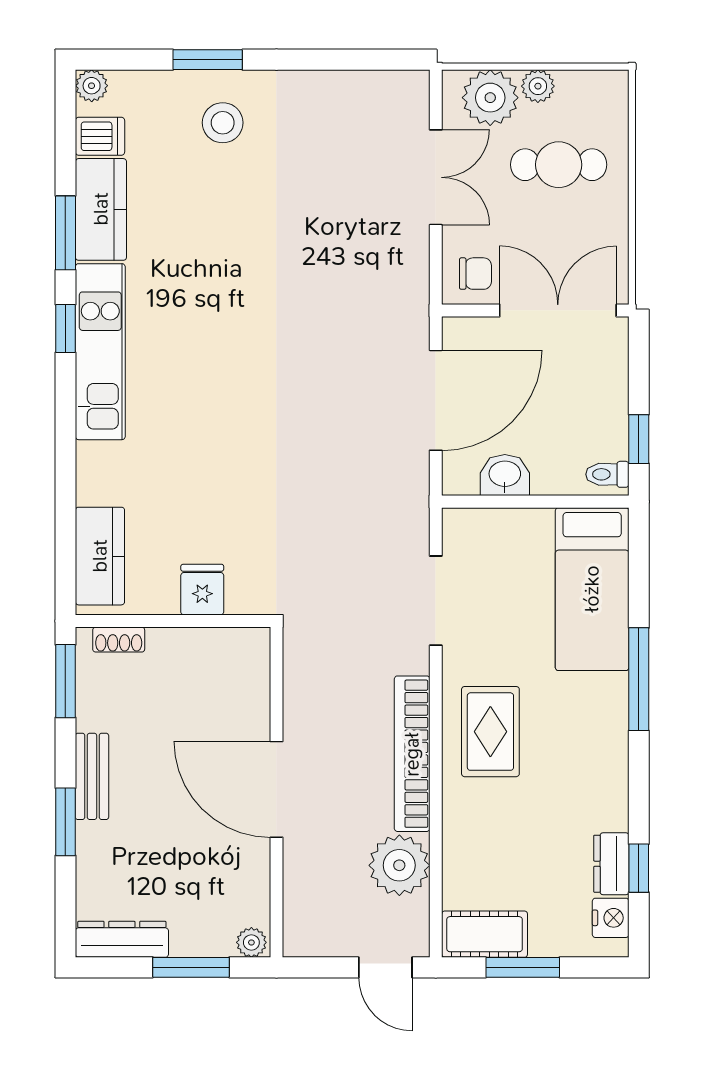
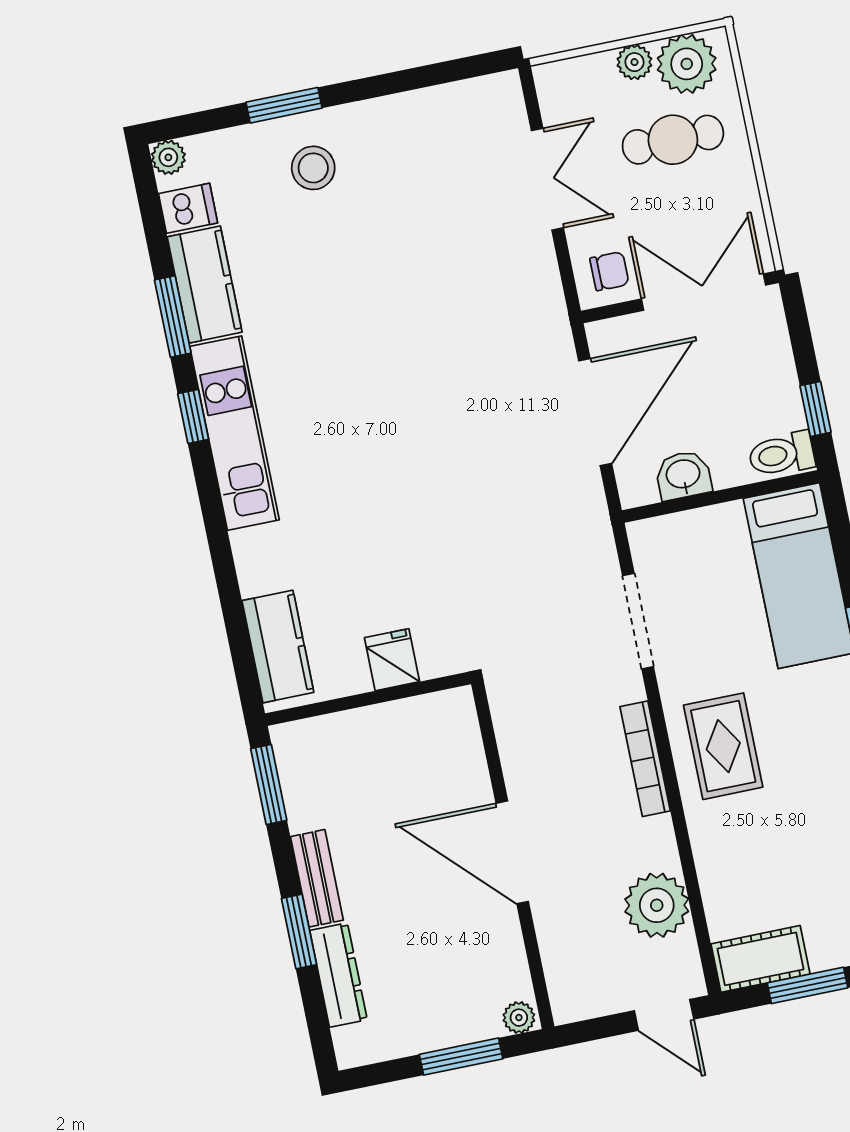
plant: (490, 98) -> (687, 64), moved
toilet: (607, 474) -> (782, 454), width x1.37, depth x1.39
shoe rack: (119, 640) -> (315, 730), removed
bookcase: (412, 754) -> (645, 759), width x0.68, depth x0.76
dresser: (122, 939) -> (338, 975), moved, turned 90

